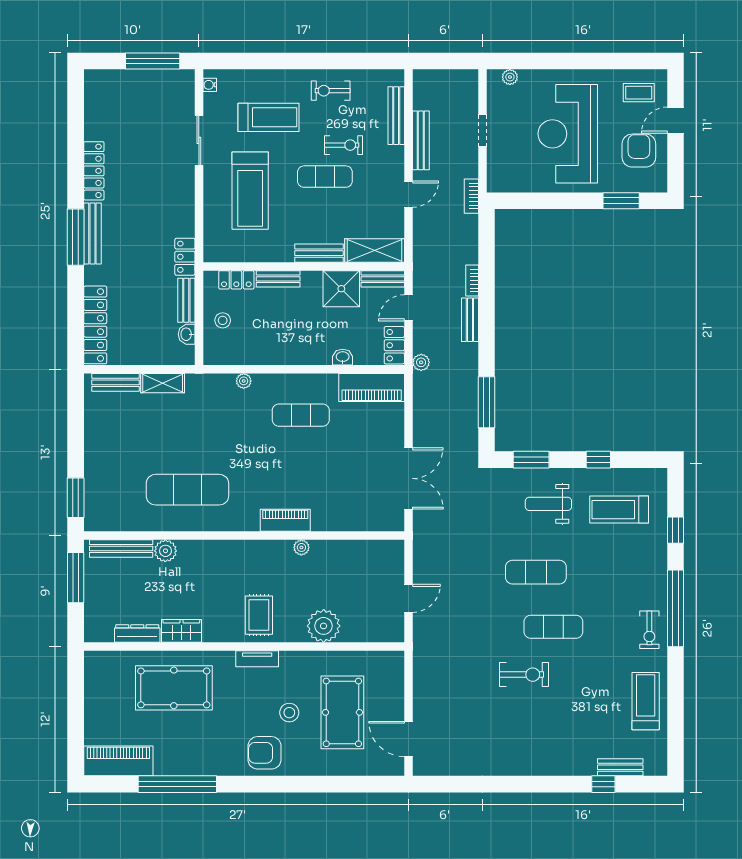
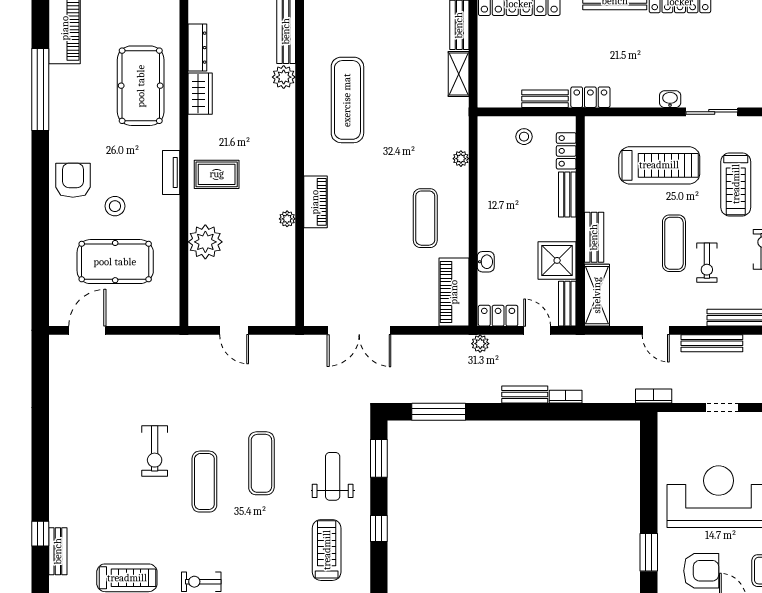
treadmill: (250, 191) -> (659, 165), turned 180
washbasin: (187, 334) -> (670, 99), moved

